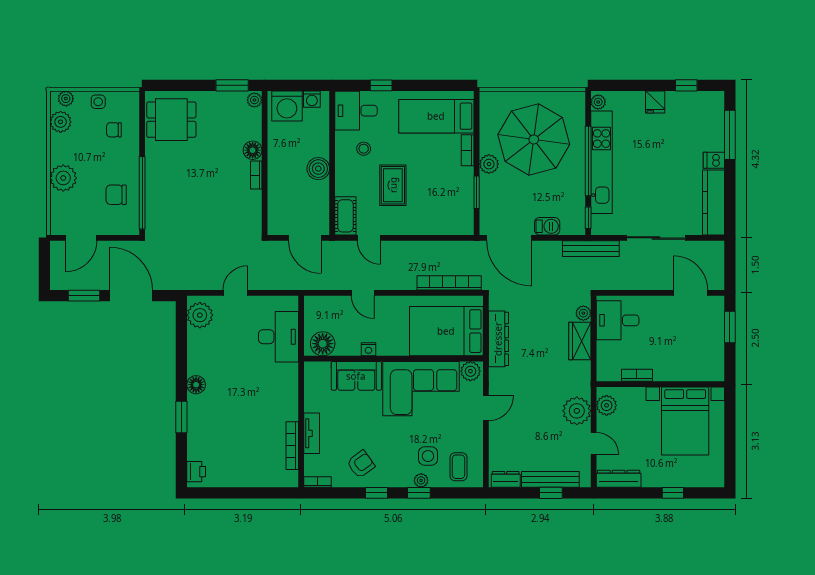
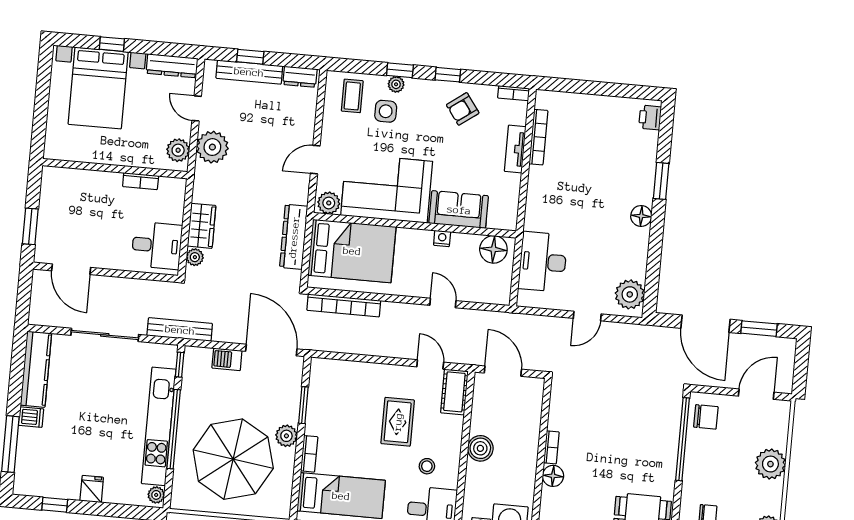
chair: (116, 195) -> (706, 417), moved
bed with nightstands: (685, 421) -> (98, 88), moved, turned 180

